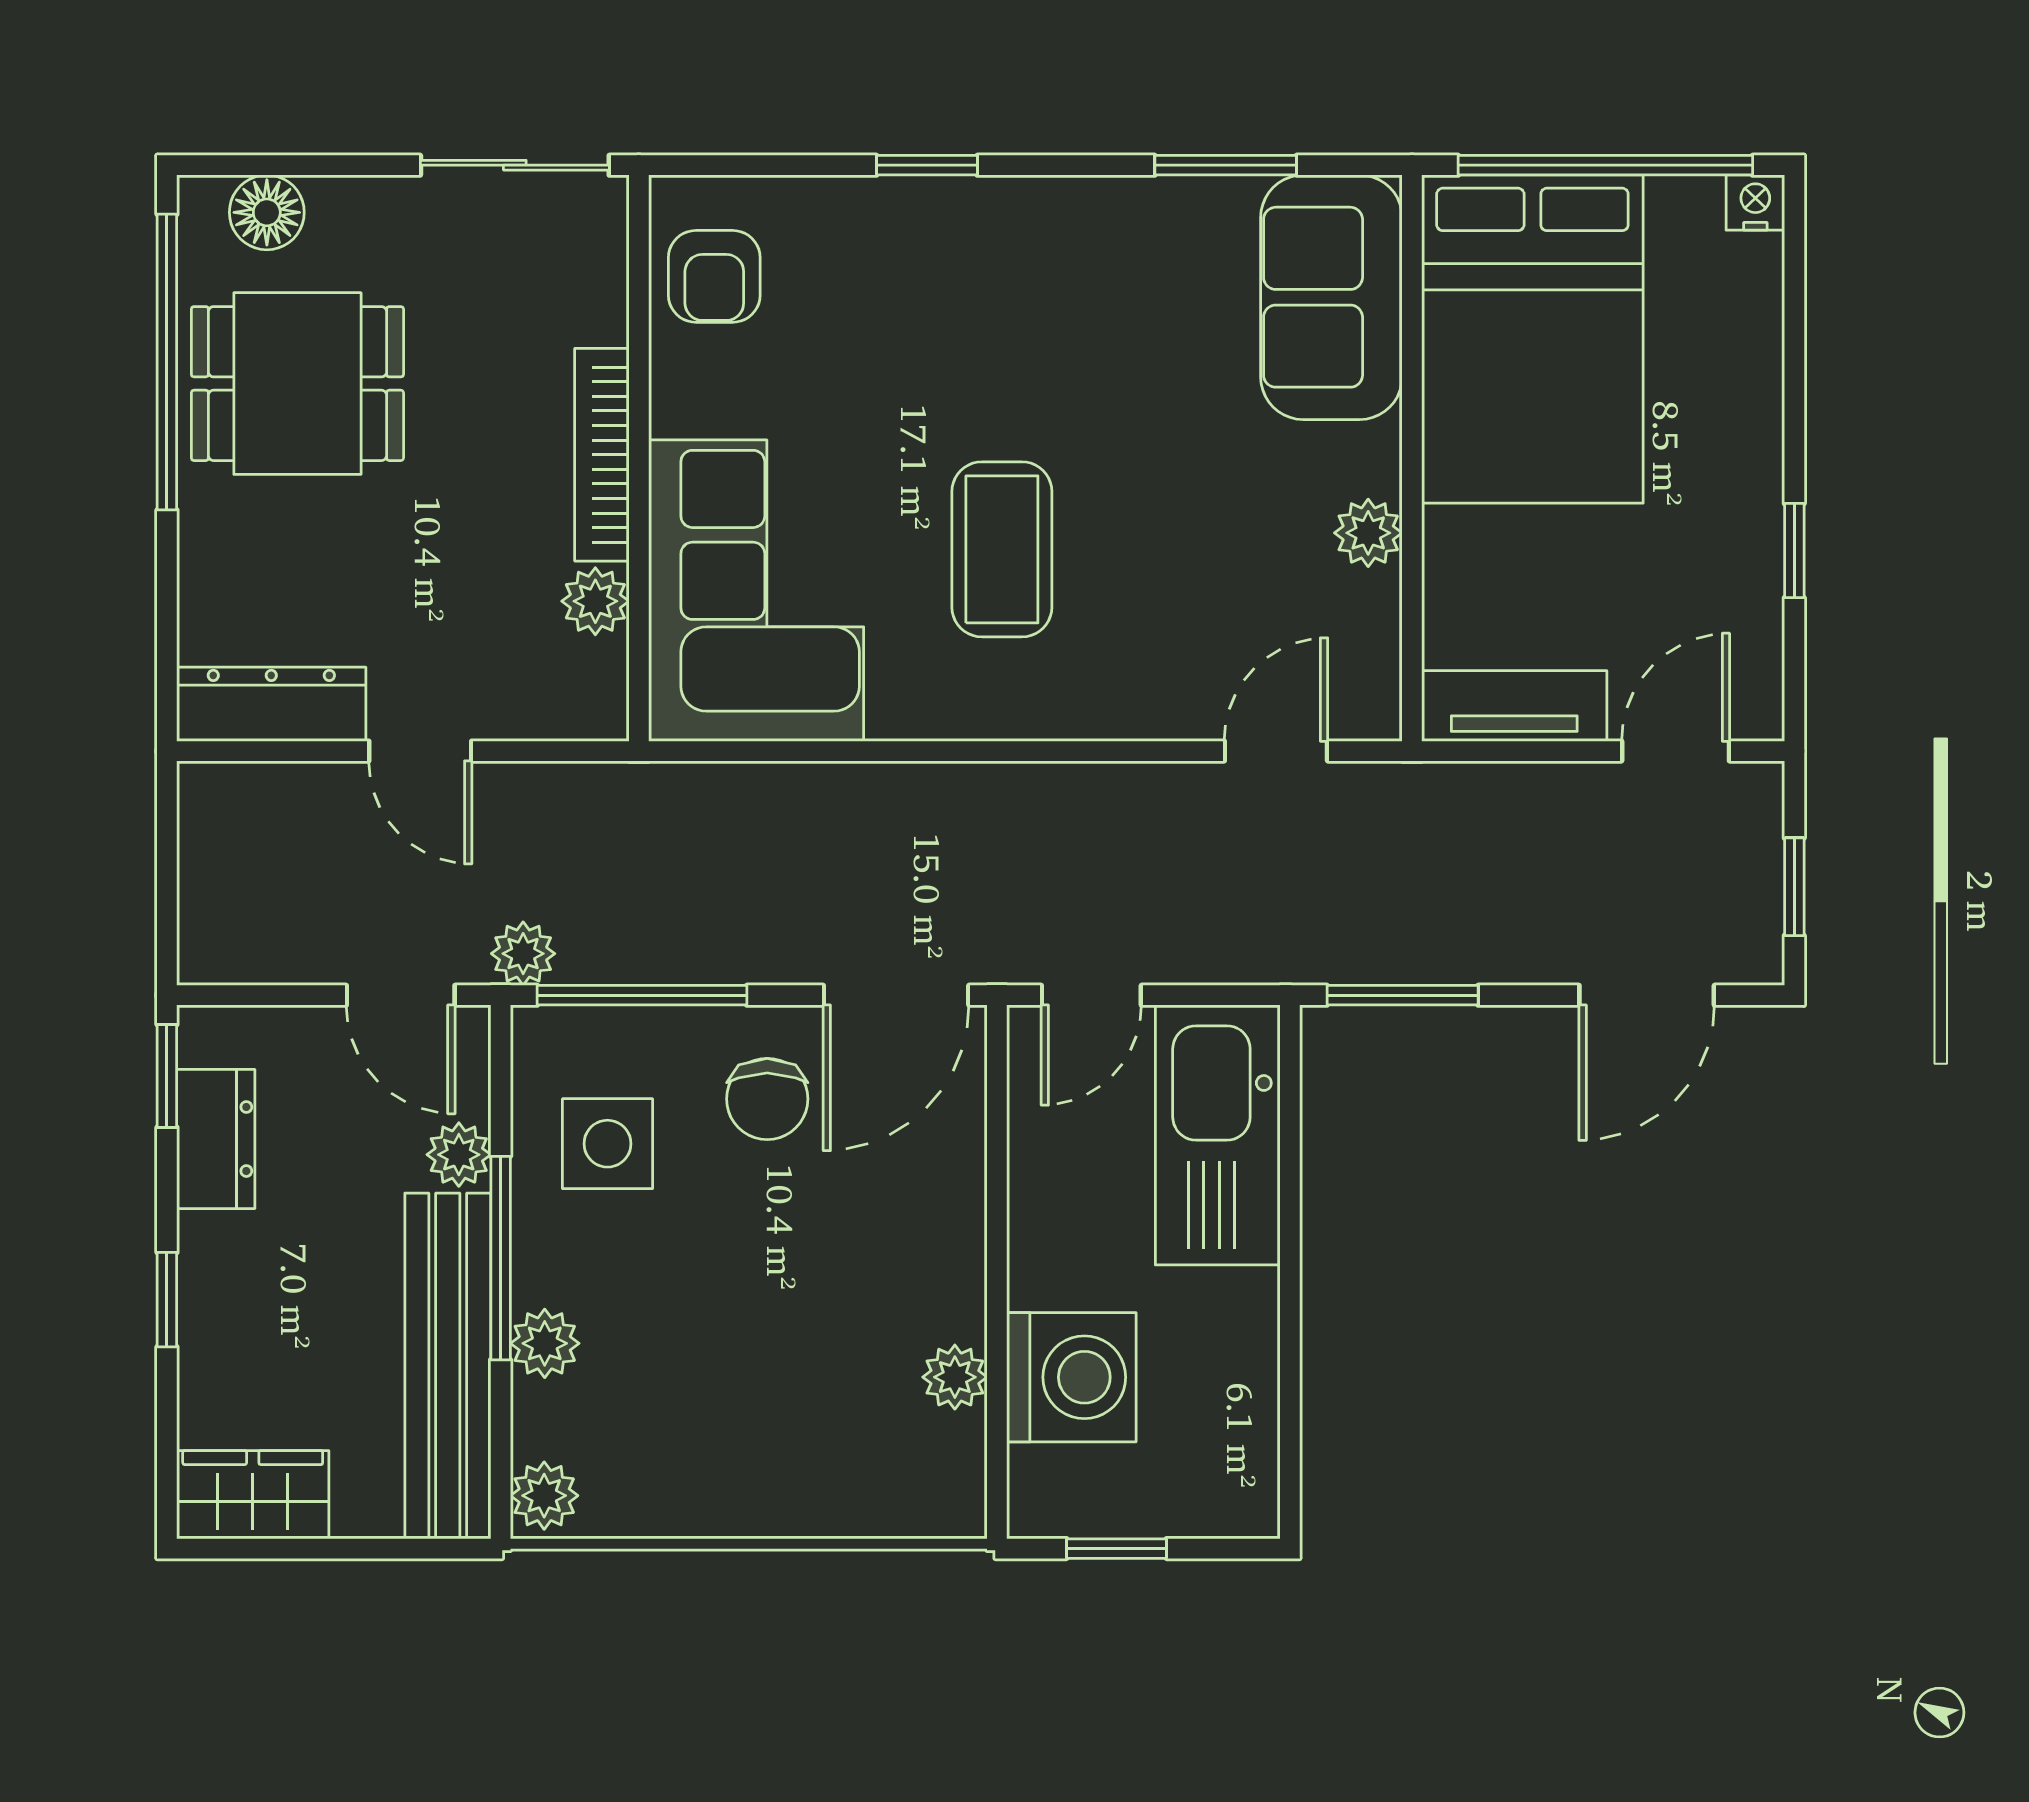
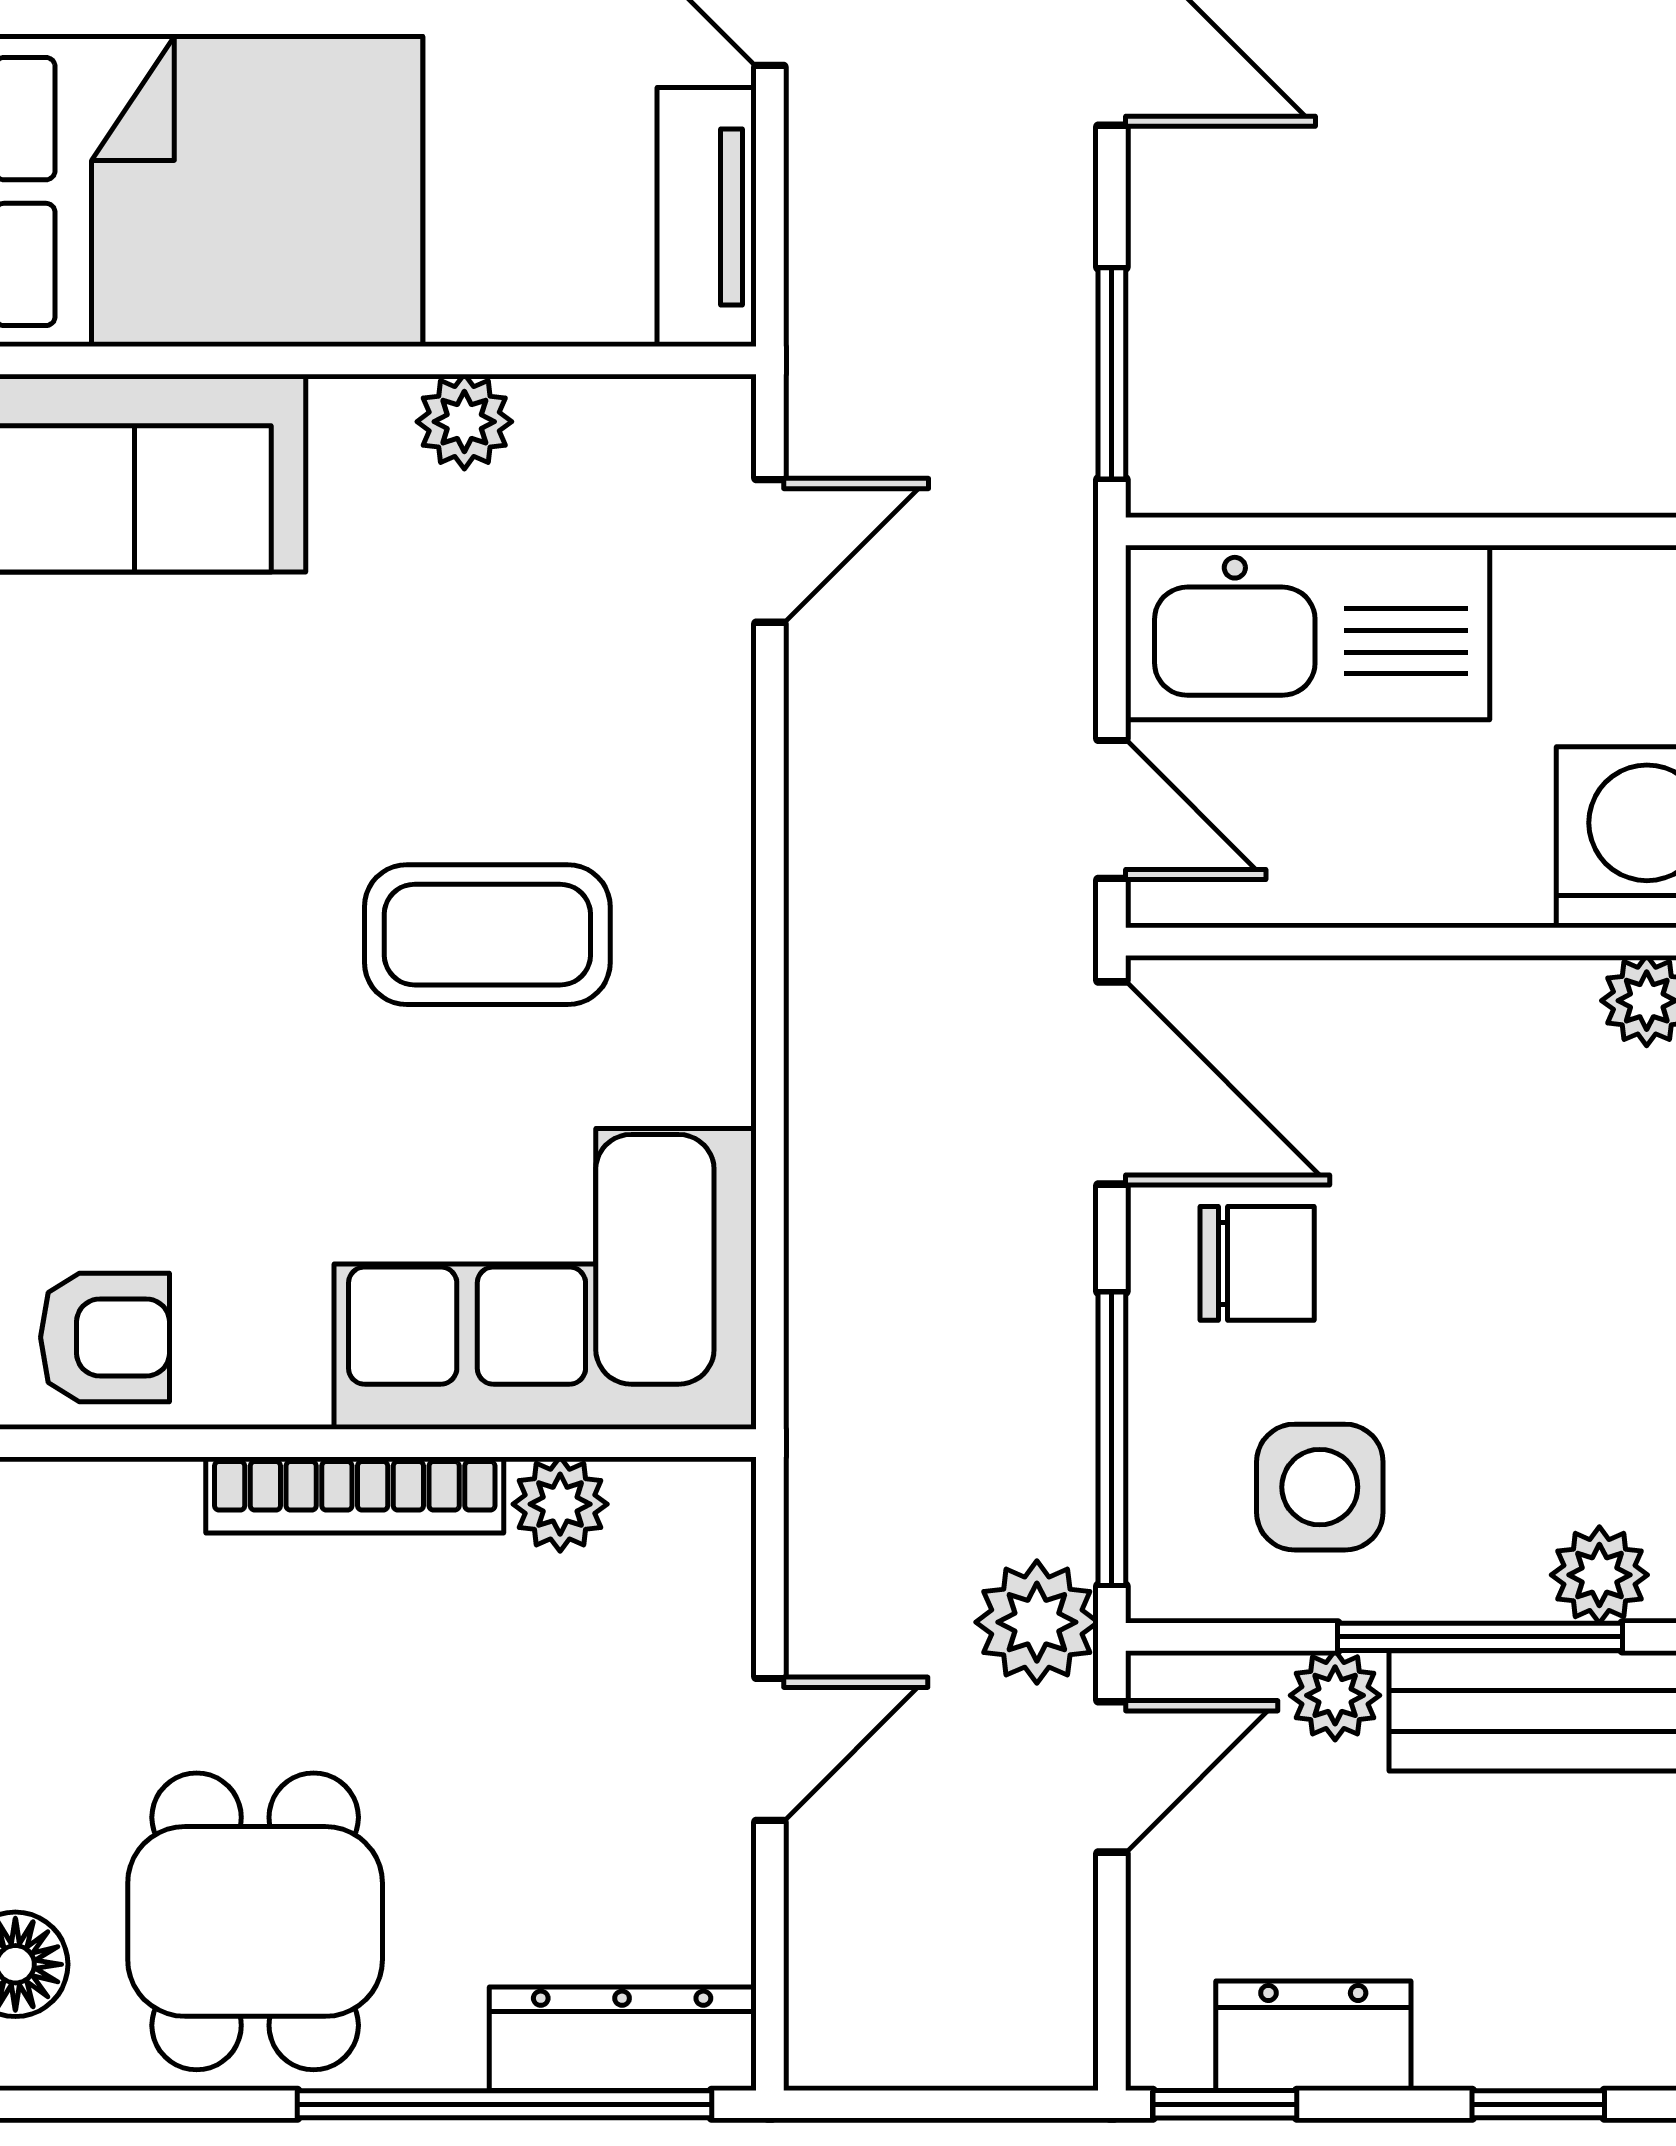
window: (167, 362) -> (504, 2104), moved
dresser: (271, 704) -> (622, 2039), moved, turned 90
door: (1276, 751) -> (770, 551), swing flipped
plant: (523, 954) -> (1037, 1622), width x1.38, depth x1.38

